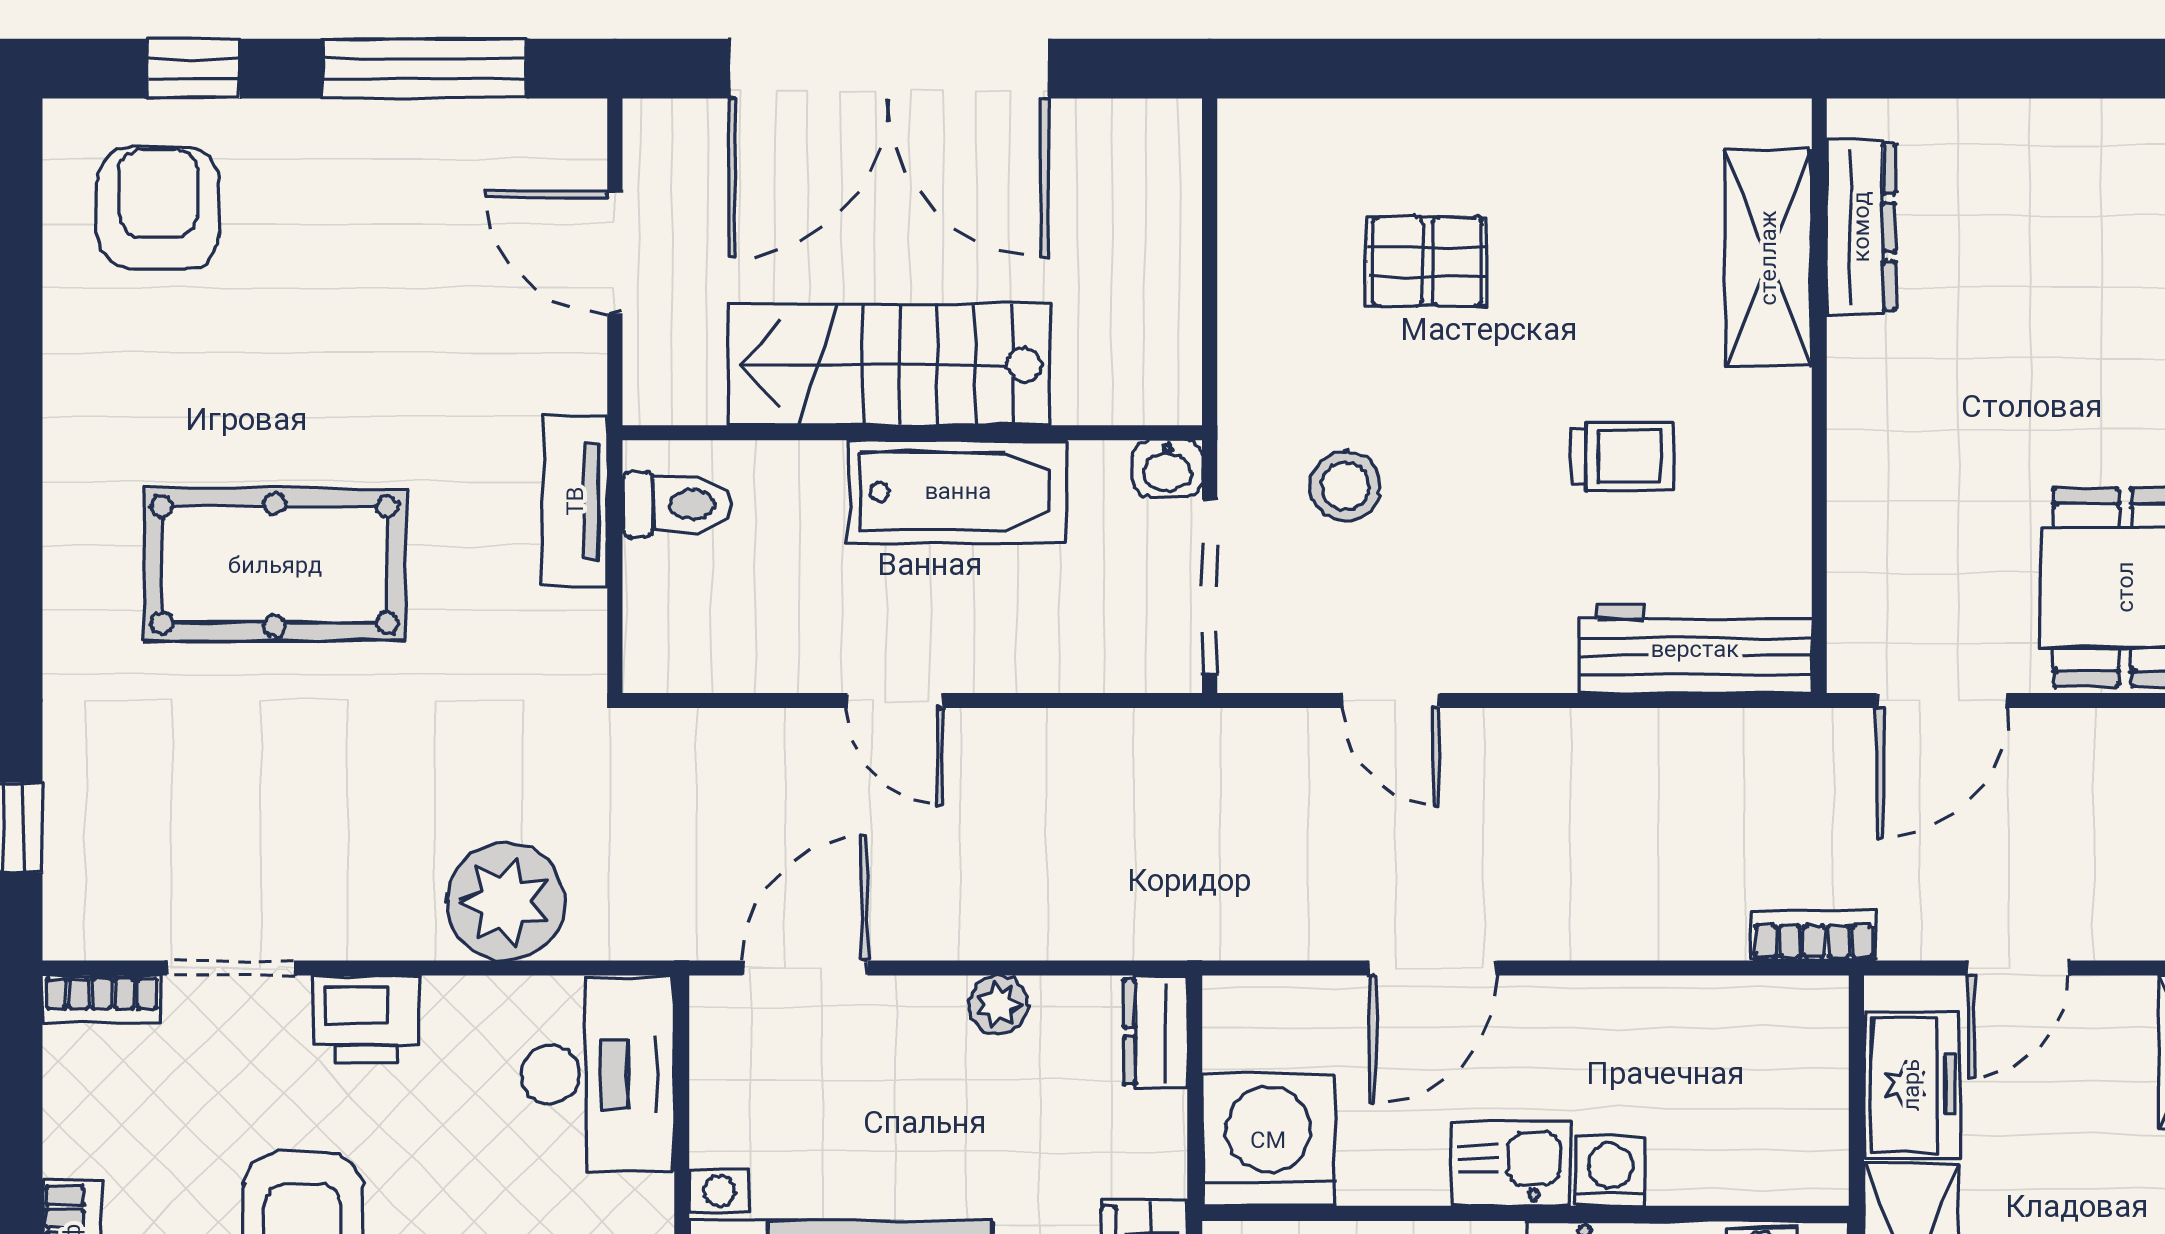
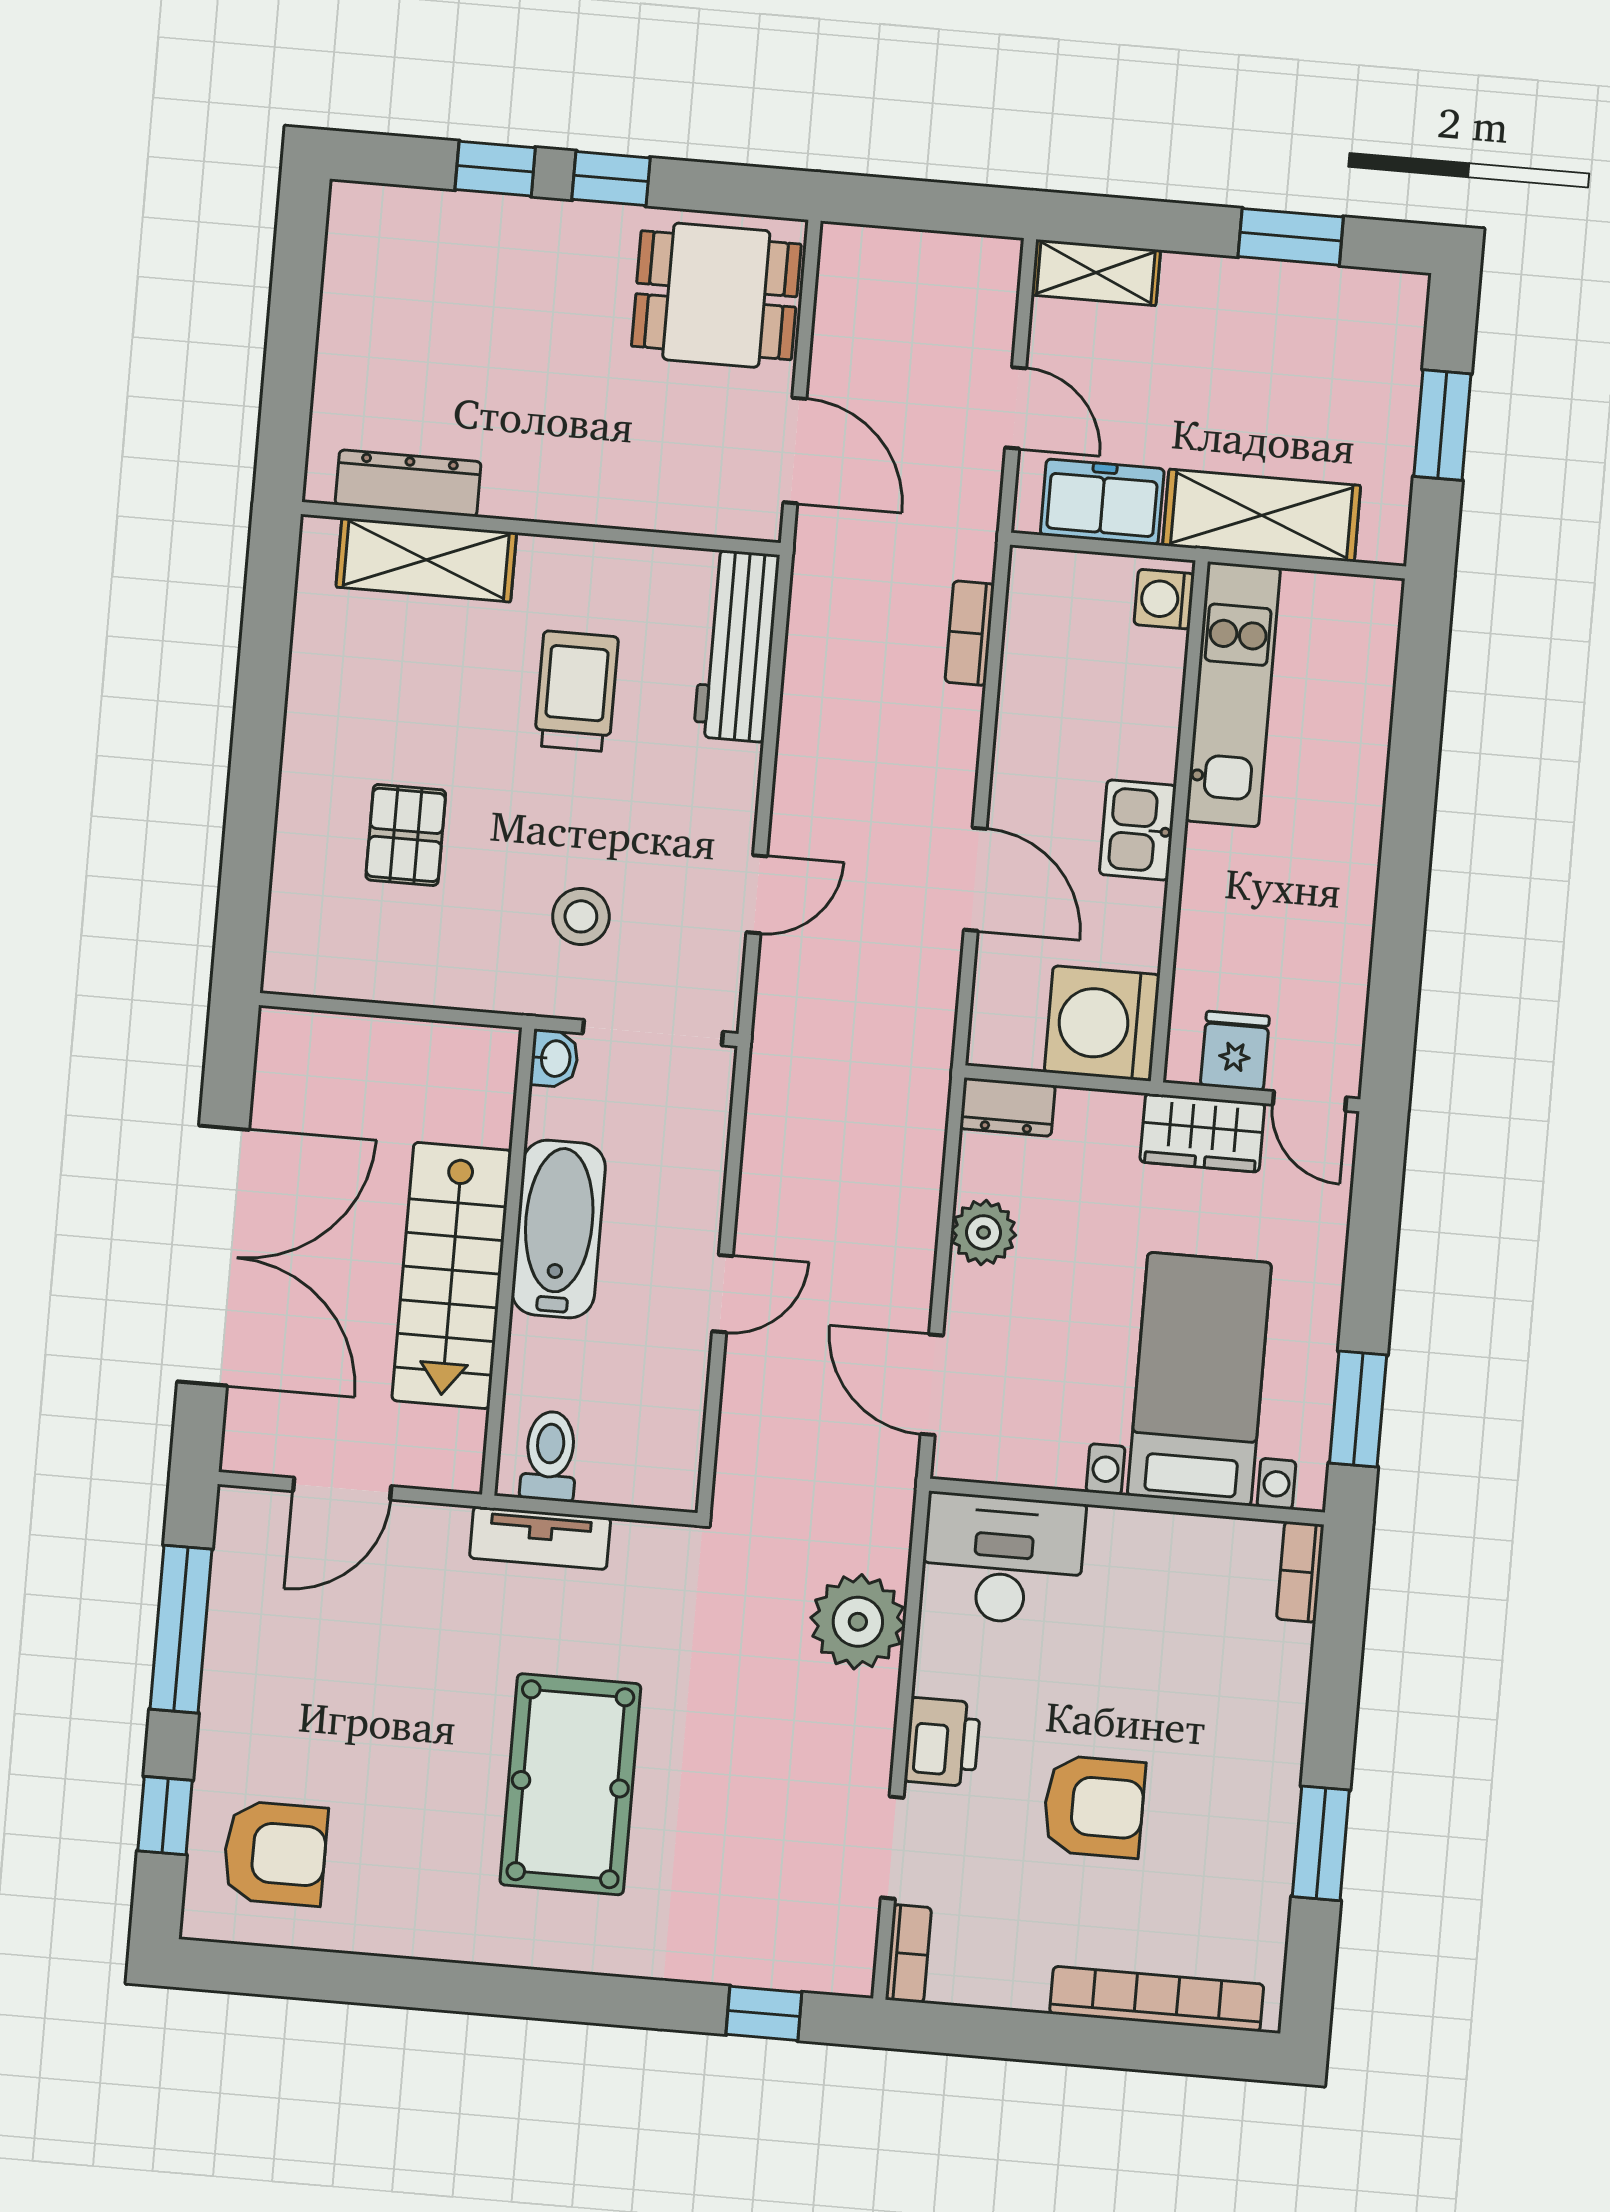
armchair: (158, 208) -> (275, 1853), turned 180
trolley: (1622, 457) -> (576, 691), width x1.36, depth x1.39
bookcase: (1814, 935) -> (970, 633), moved
plant: (998, 1005) -> (984, 1232), width x1.38, depth x1.38
washing machine: (1610, 1171) -> (1164, 599), moved

